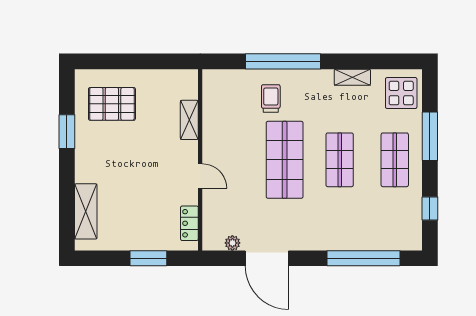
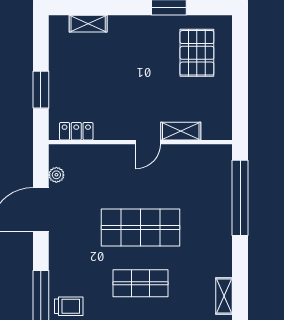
window: (283, 61) -> (240, 198), moved
trolley: (271, 98) -> (69, 306), moved
door: (200, 176) -> (148, 142), moved
shelving: (86, 211) -> (88, 24), width x0.67, depth x0.75

